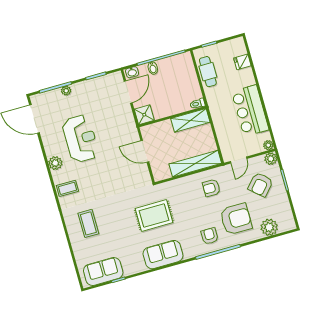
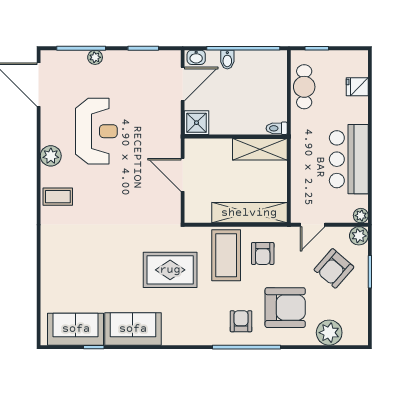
armchair: (211, 188) -> (263, 253), turned -90
coffee table: (88, 223) -> (226, 255), moved, width x1.36, depth x1.32
sofa: (163, 255) -> (133, 329), moved

